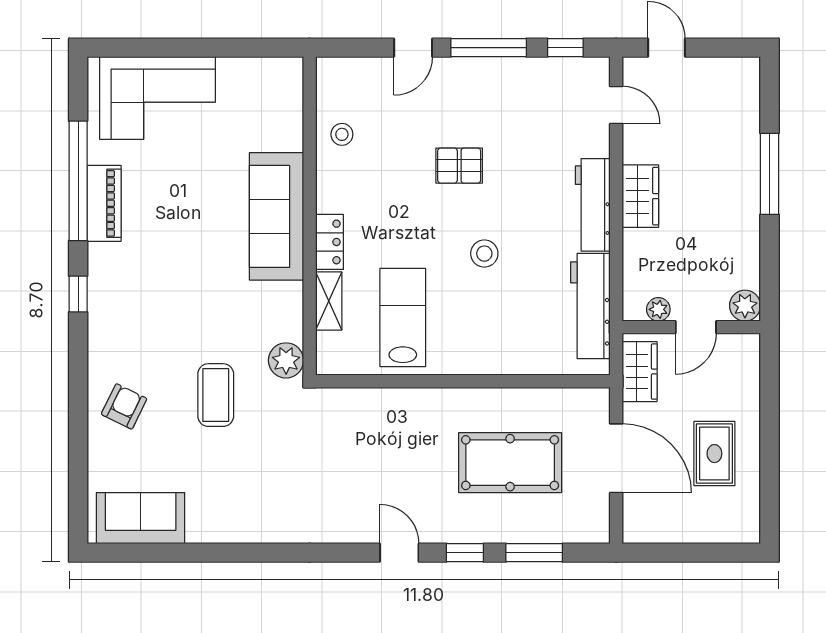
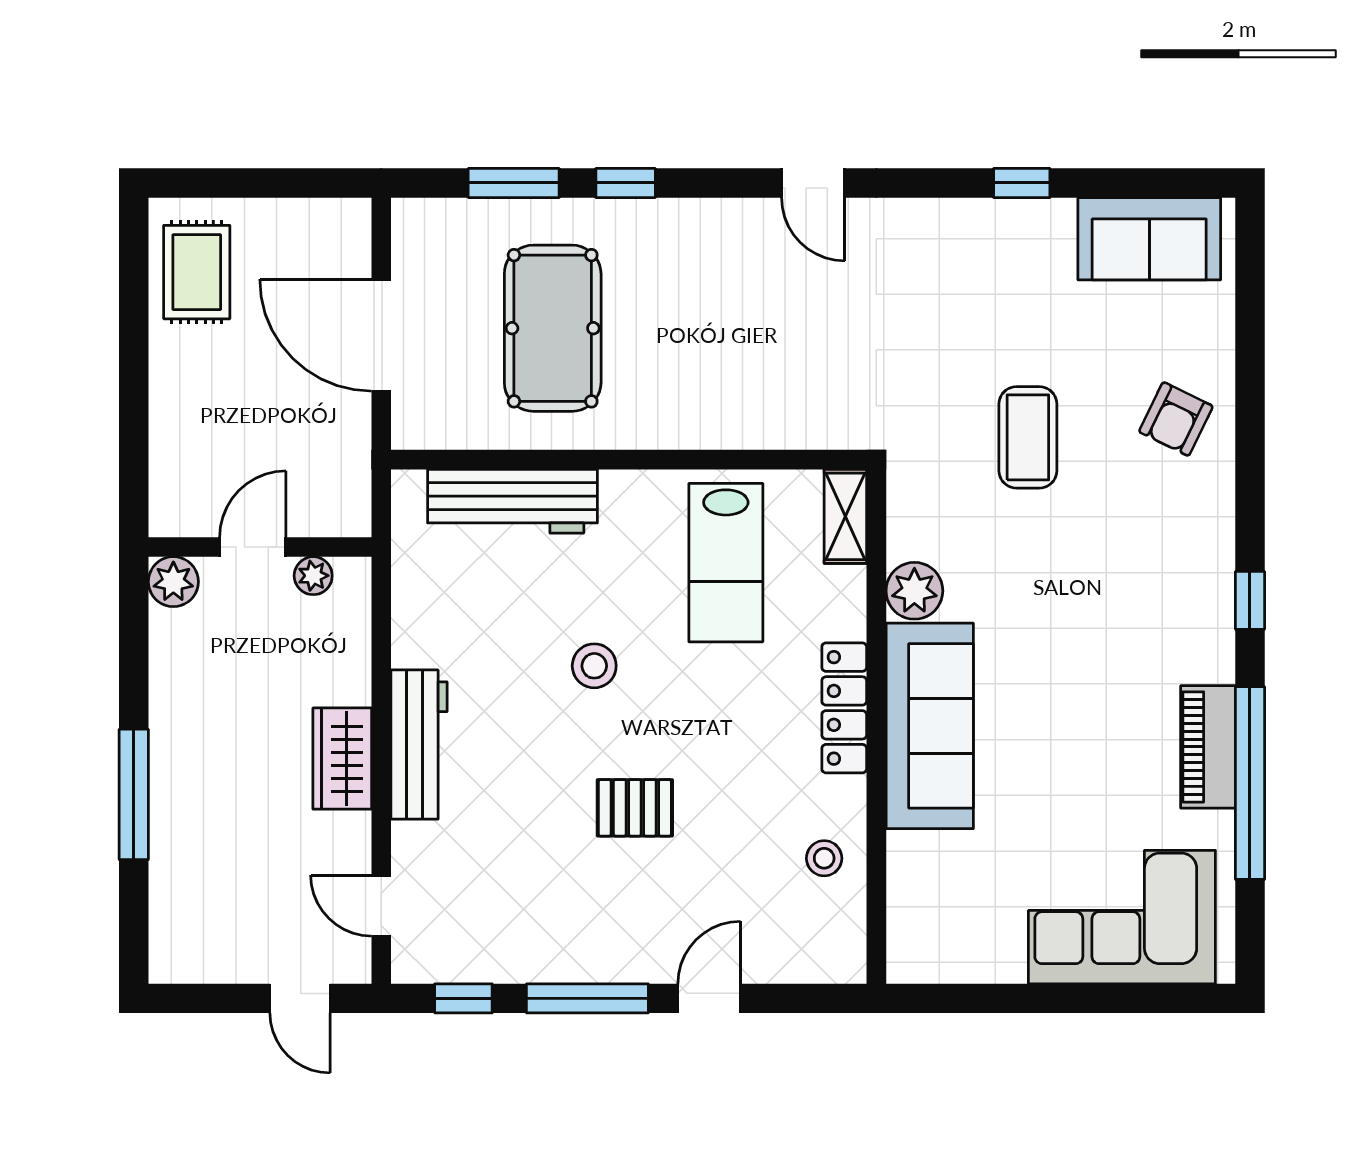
locker: (330, 242) -> (844, 708), width x1.53
shelving: (329, 301) -> (845, 516), moved
workbench: (590, 306) -> (512, 501), moved, turned 90
plant: (286, 360) -> (914, 591), moved
wardrobe: (640, 372) -> (343, 475), removed
rug: (714, 454) -> (197, 272), moved
pool table: (510, 463) -> (553, 328), turned 90
window: (220, 553) -> (1022, 183), added
door: (399, 553) -> (813, 183), moved

